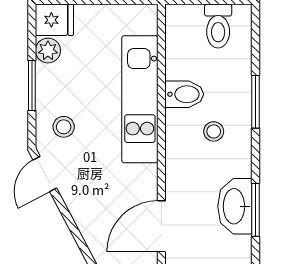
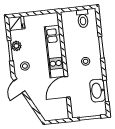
plant: (48, 51) -> (16, 46), moved
bidet: (184, 94) -> (72, 48), removed
door: (161, 226) -> (67, 87), moved

